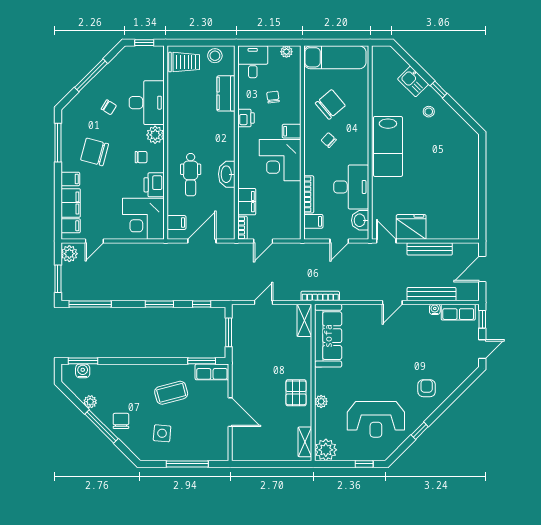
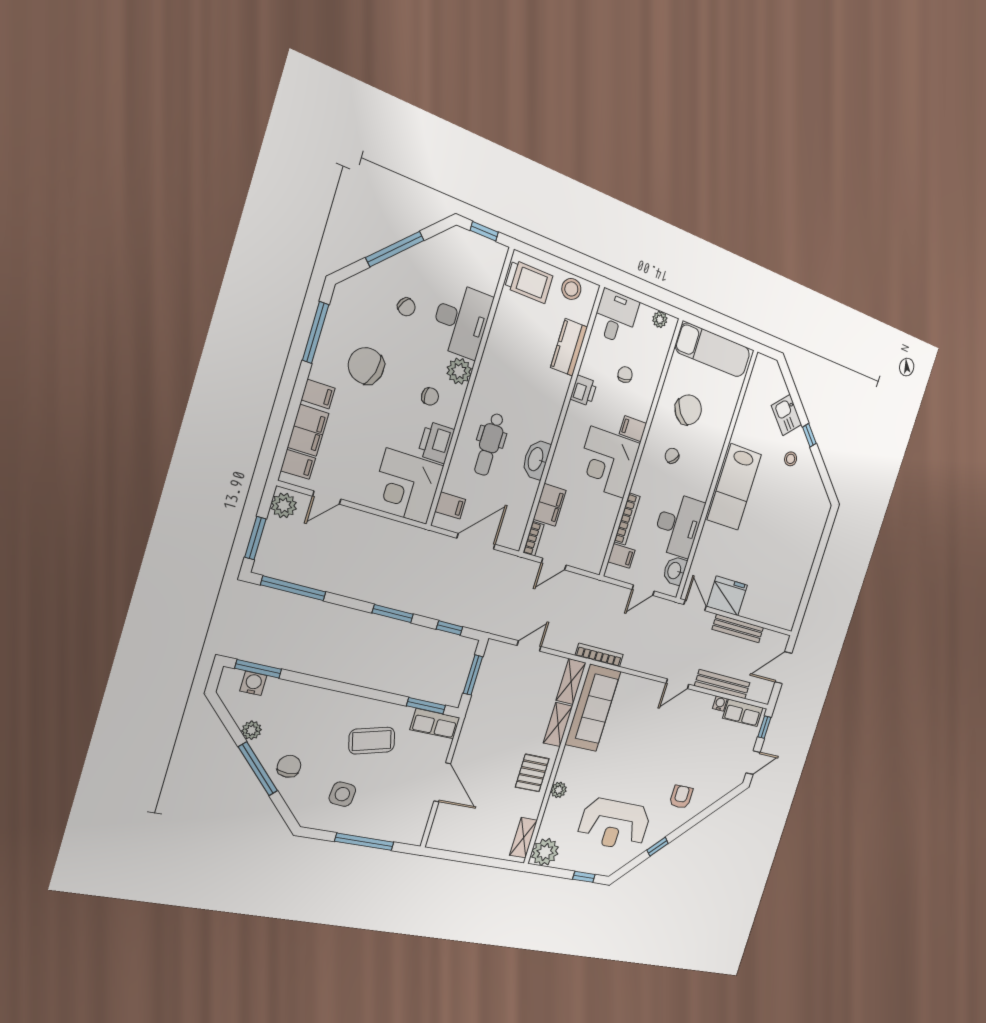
shelving: (305, 354) -> (558, 725), added

